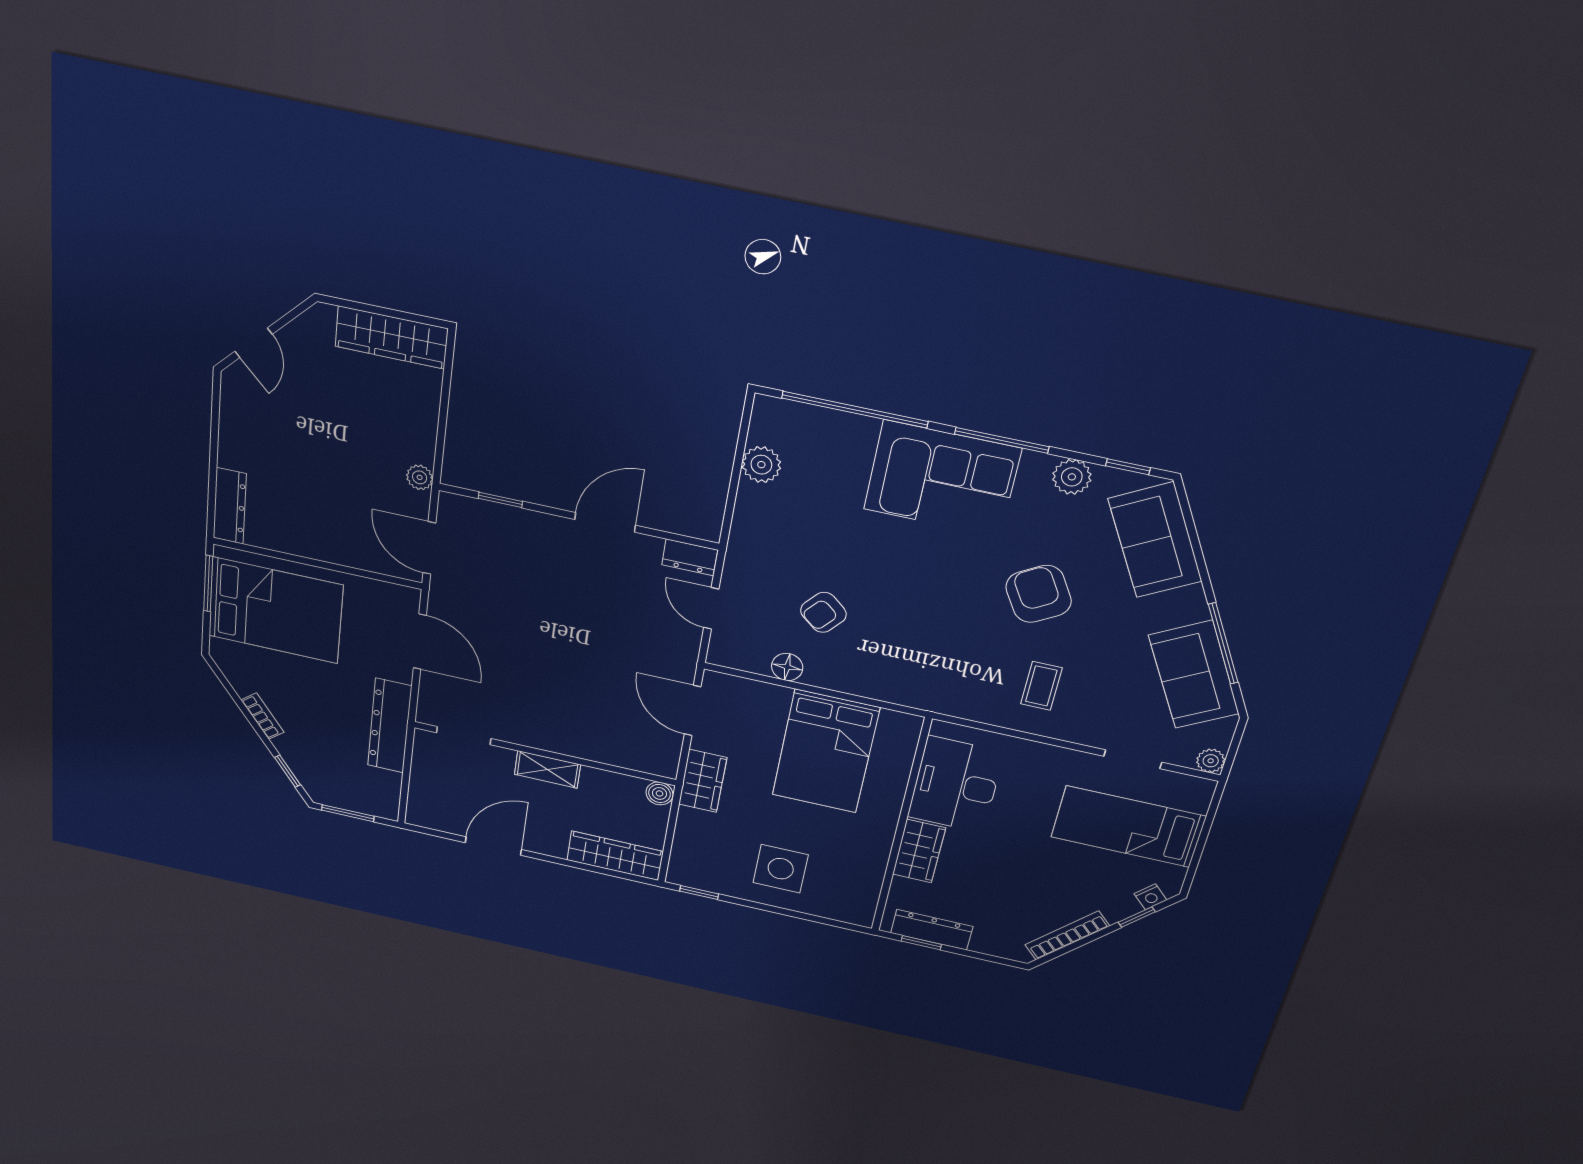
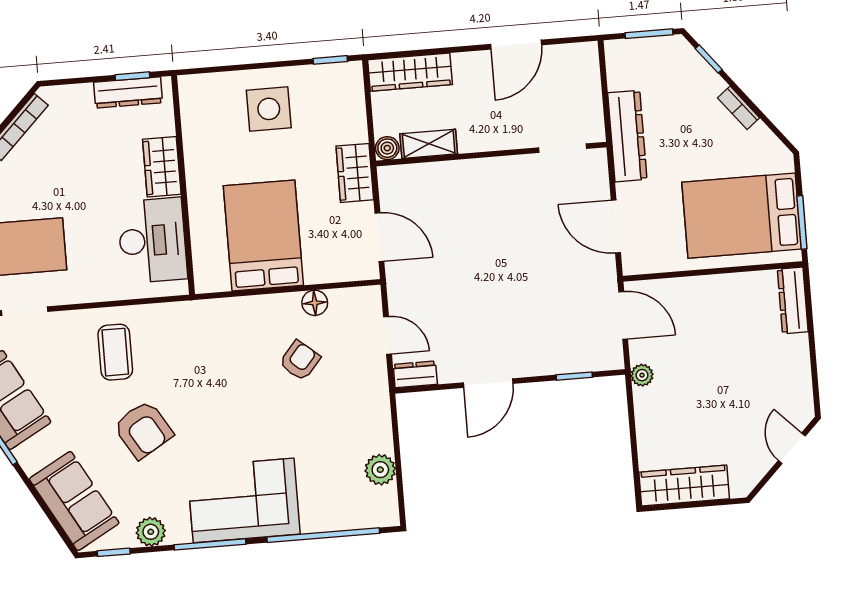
coffee table: (1041, 686) -> (115, 352), width x1.36, depth x1.30
shelving: (547, 769) -> (429, 144), moved

